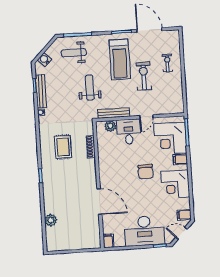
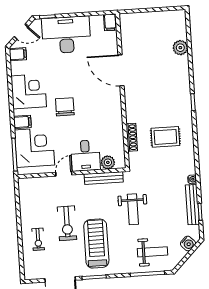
rug: (63, 147) -> (165, 137), turned 90

